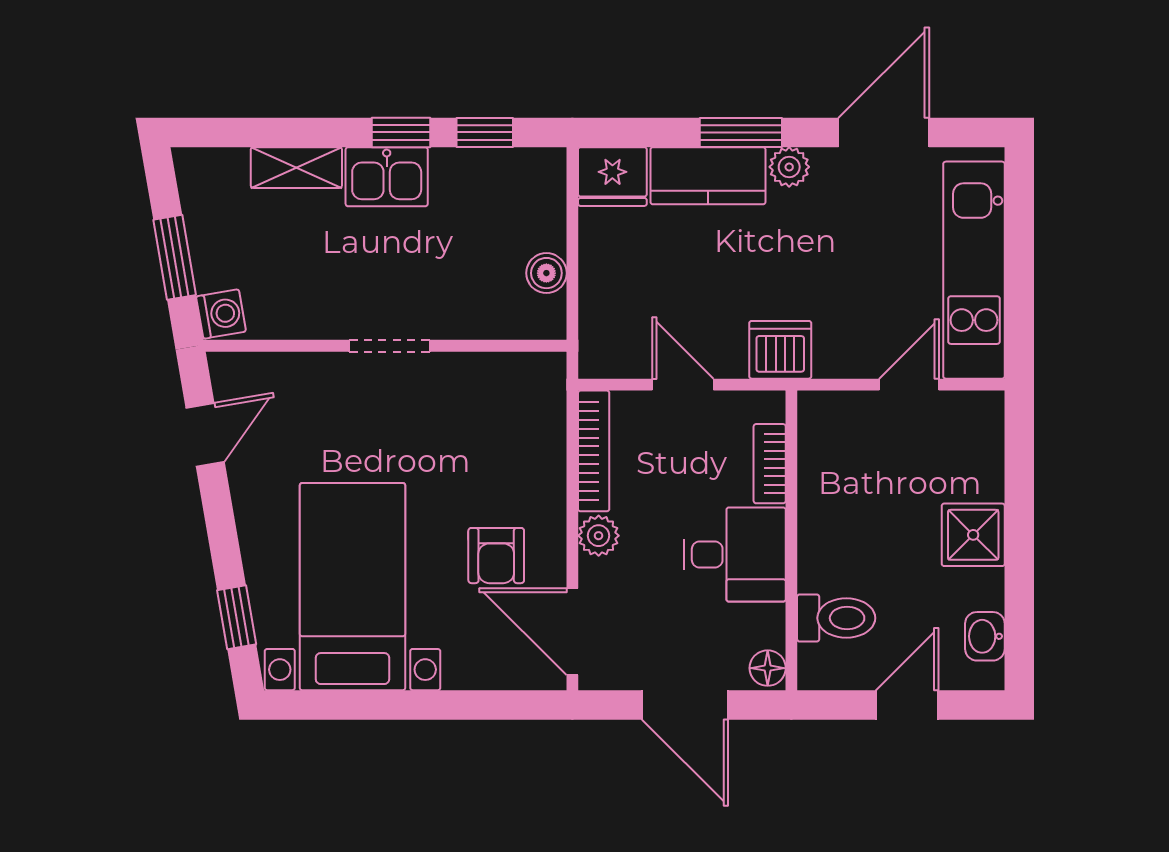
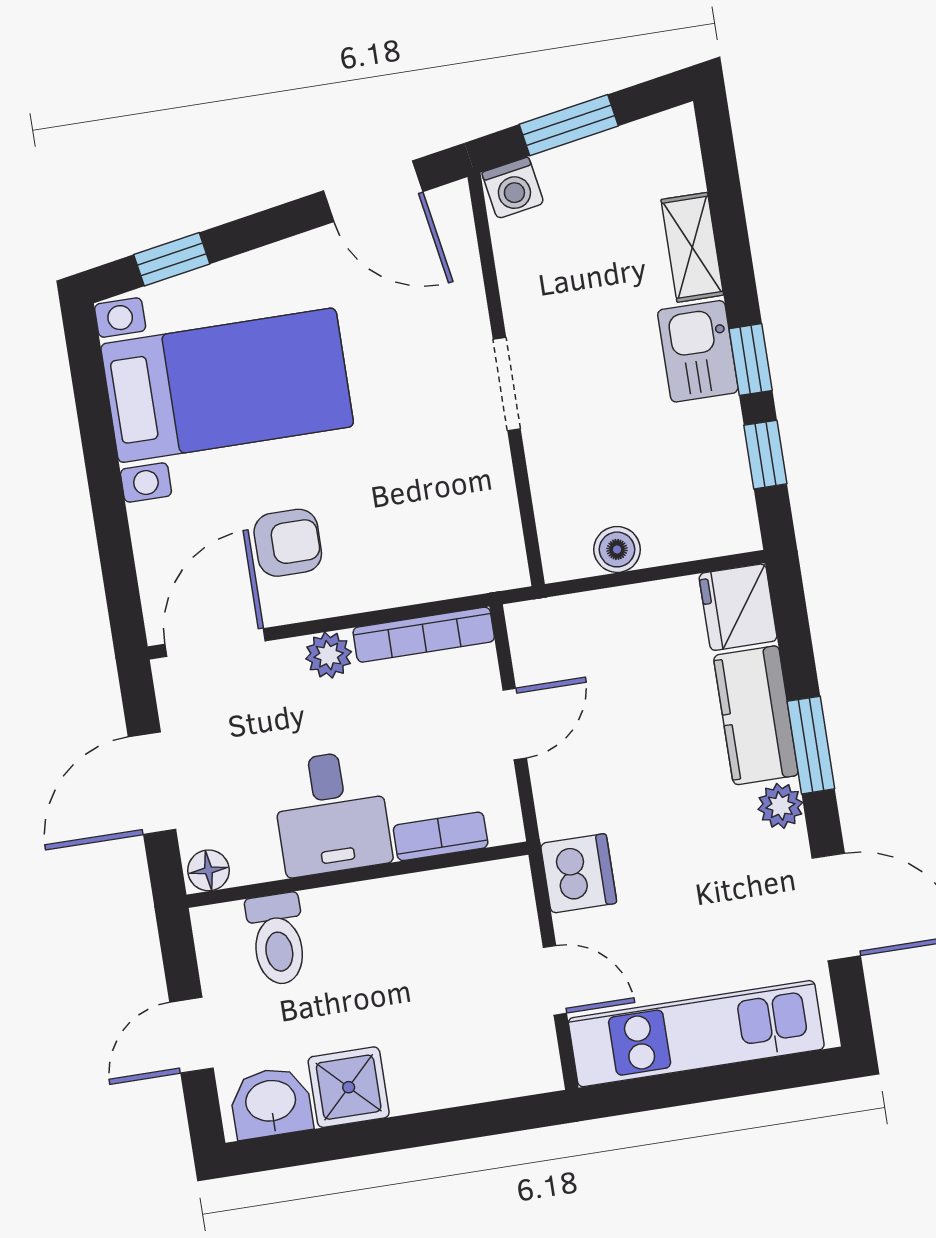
dishwasher: (780, 350) -> (579, 873), moved
door: (205, 435) -> (373, 191), width x1.37
shower: (973, 535) -> (349, 1087), moved
armchair: (496, 556) -> (288, 543), turned 180
washbasin: (985, 636) -> (271, 1103), width x1.38, depth x1.45
door: (907, 705) -> (191, 1035), swing flipped

